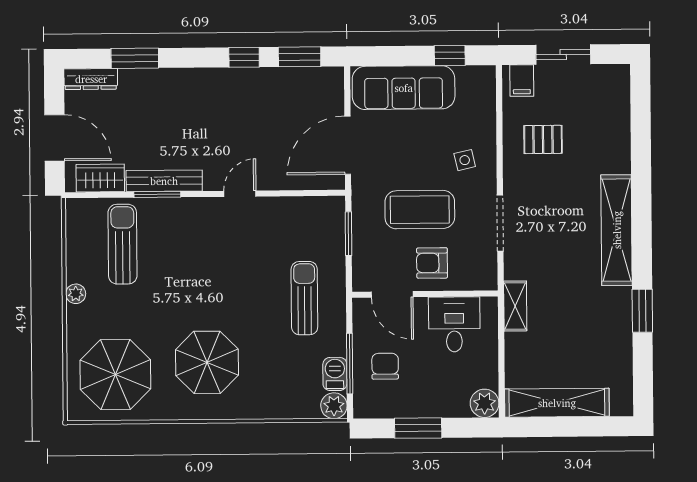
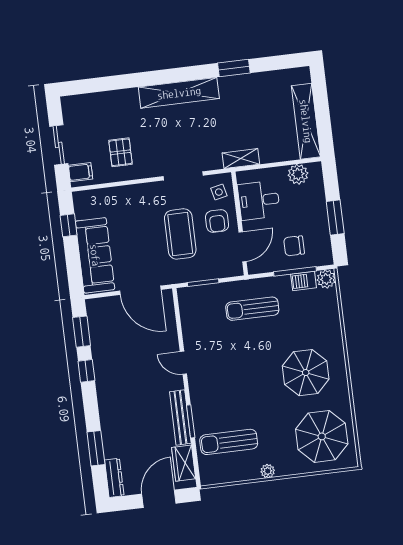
side table: (465, 160) -> (219, 192), moved
plant: (485, 403) -> (298, 174), moved

